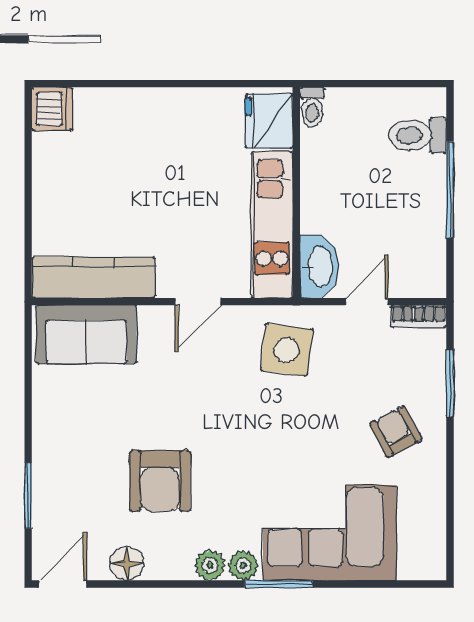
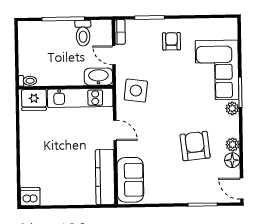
toilet: (417, 135) -> (83, 33), moved
armchair: (396, 432) -> (171, 41), turned 118
armchair: (160, 481) -> (195, 146), turned -96
plant: (210, 565) -> (233, 145), moved

